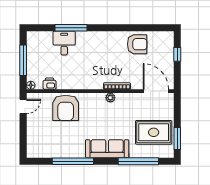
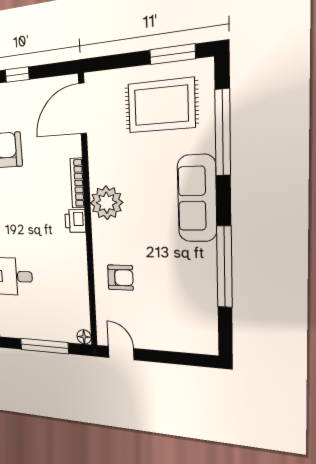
printer: (50, 84) -> (75, 221), moved
plant: (110, 98) -> (107, 203), width x1.87, depth x1.87
armchair: (66, 108) -> (120, 278), width x0.53, depth x0.53
rug: (154, 132) -> (161, 105), turned 90

